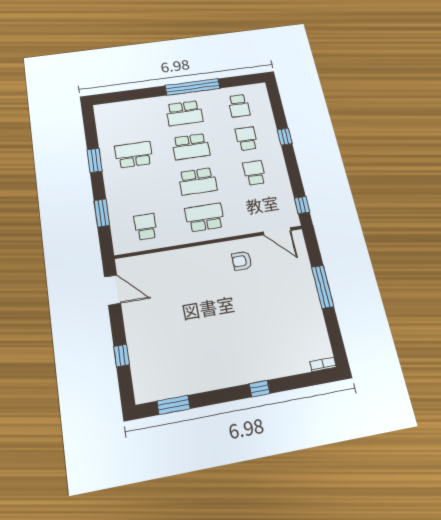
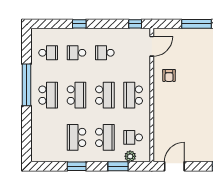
school desk: (140, 190) -> (105, 137), added
plant: (118, 227) -> (130, 156), added

